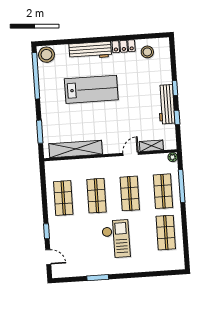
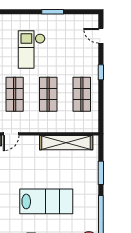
lab bench: (91, 89) -> (46, 201), turned 180
window: (40, 132) -> (101, 173), moved
window: (47, 231) -> (101, 72), moved

